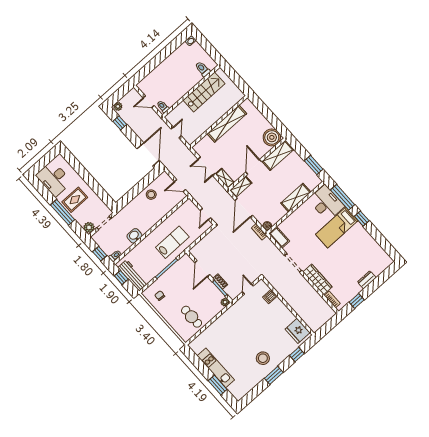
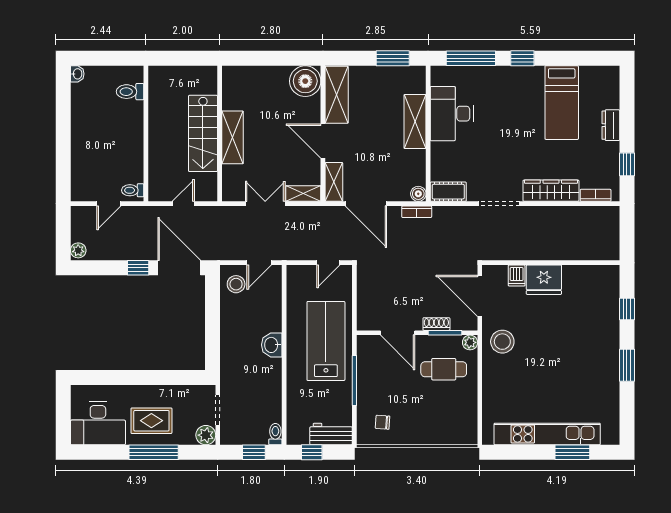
stairs: (204, 92) -> (203, 133), moved, turned 180
window: (120, 123) -> (138, 268), moved
shelving: (227, 124) -> (232, 137), width x0.68
door: (176, 132) -> (183, 204), hinge flipped
double door: (206, 166) -> (265, 204), swing flipped
stool: (151, 195) -> (236, 284), moved
rug: (75, 200) -> (151, 421), turned 90
desk: (326, 203) -> (452, 114), moved, turned -90
door: (205, 214) -> (328, 263), hinge flipped
bed: (337, 228) -> (562, 103), moved
washbasin: (134, 236) -> (272, 345), moved
lab bench: (172, 242) -> (326, 341), width x1.36, depth x1.39
workbench: (133, 275) -> (331, 434), width x0.73
door: (248, 289) -> (480, 296), width x1.88
cafe table: (192, 317) -> (444, 369), moved
fridge: (298, 331) -> (544, 280), moved
stool: (263, 358) -> (502, 342), moved
kitchen unit: (216, 368) -> (547, 434), width x1.36

